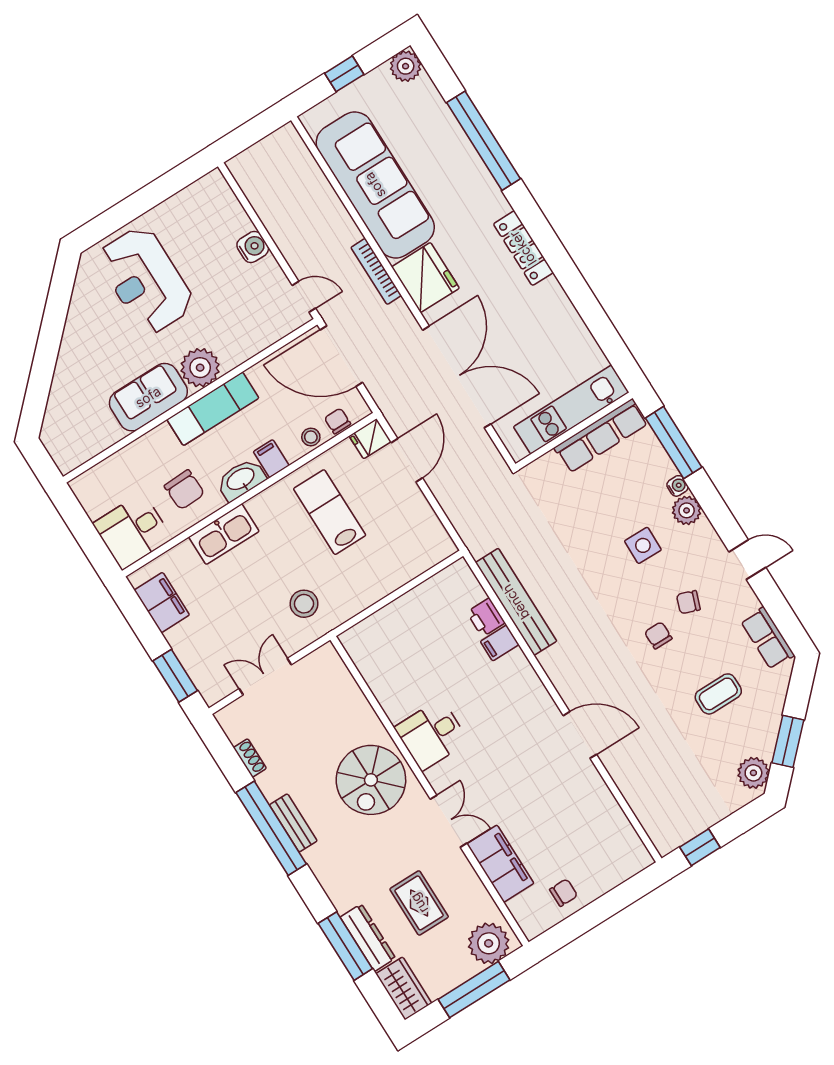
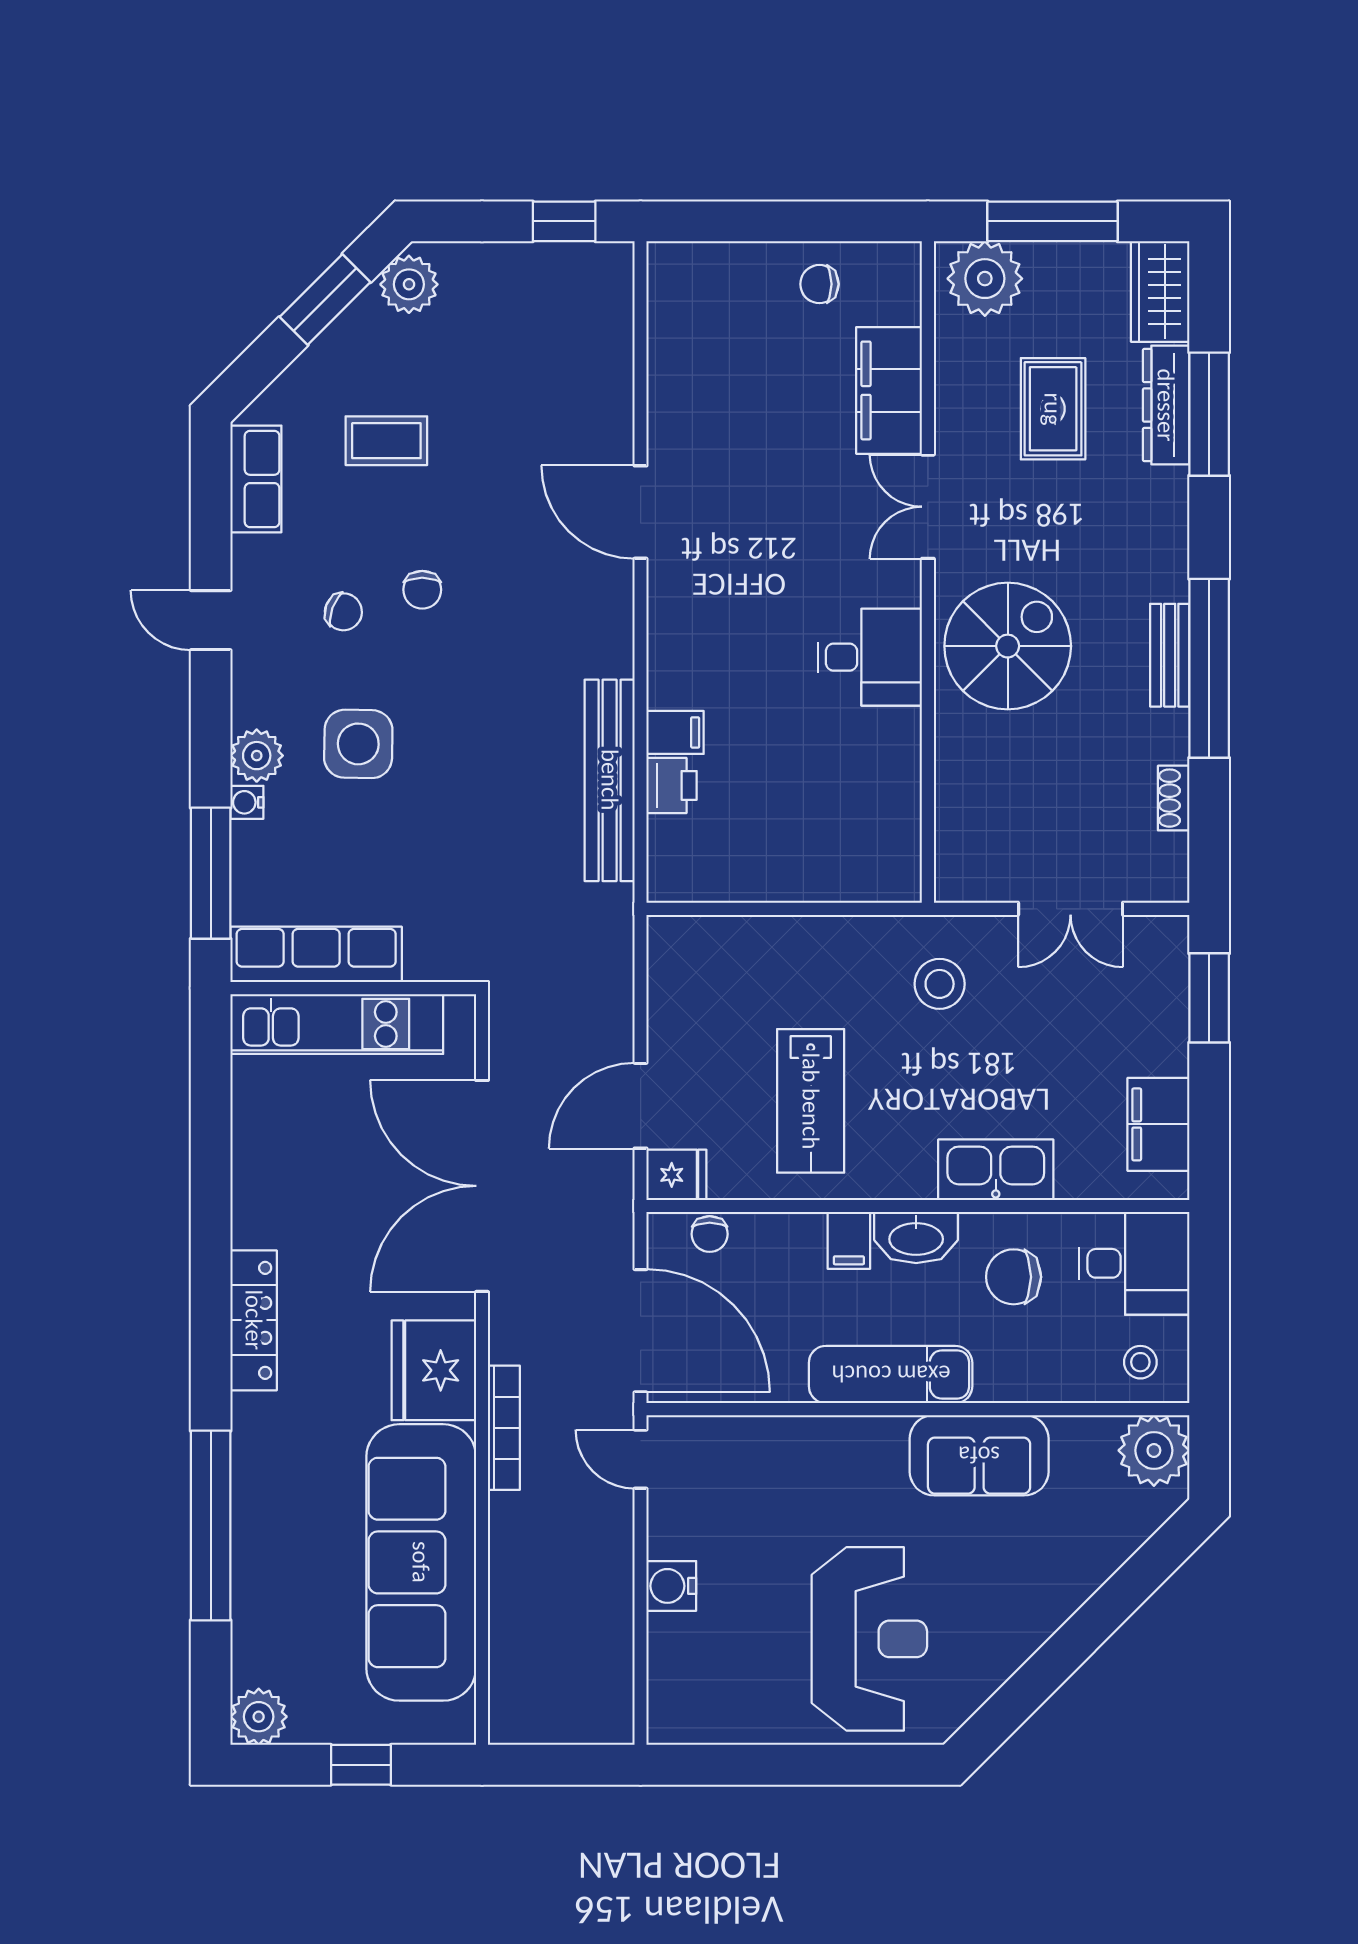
plant: (200, 368) -> (1154, 1450), moved
stool: (311, 437) -> (1140, 1362), moved
chair: (184, 490) -> (1014, 1277), turned -88
side table: (643, 545) -> (358, 744), width x1.37, depth x1.37

